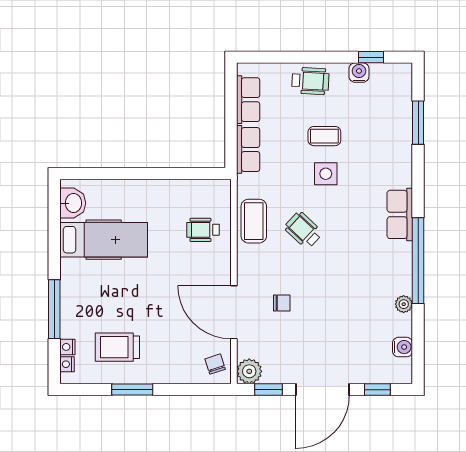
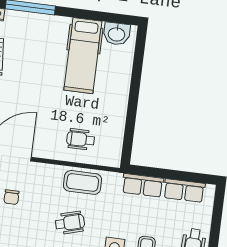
wheelchair: (203, 230) -> (81, 139), turned -90
wheelchair: (303, 230) -> (70, 223), turned 31

